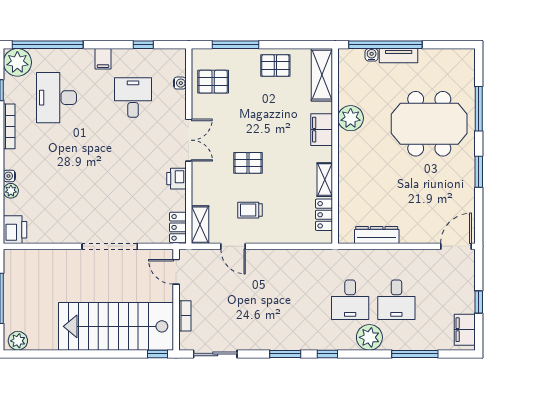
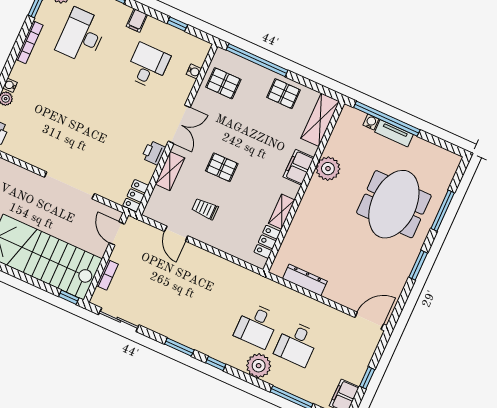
window: (235, 45) -> (257, 60), width x1.46
meeting table: (429, 124) -> (394, 204), turned 90
shelving: (200, 225) -> (170, 171), moved

